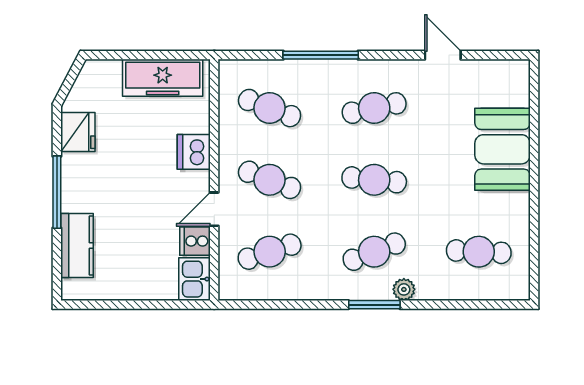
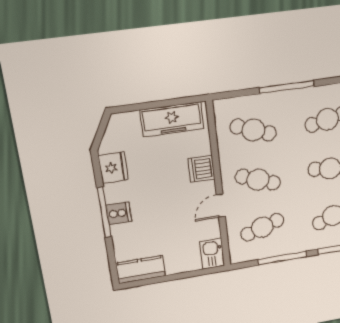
cooker: (195, 241) -> (119, 213), moved, turned 180
kitchen counter: (77, 246) -> (141, 270), moved, turned -90
window: (295, 305) -> (282, 258), added

